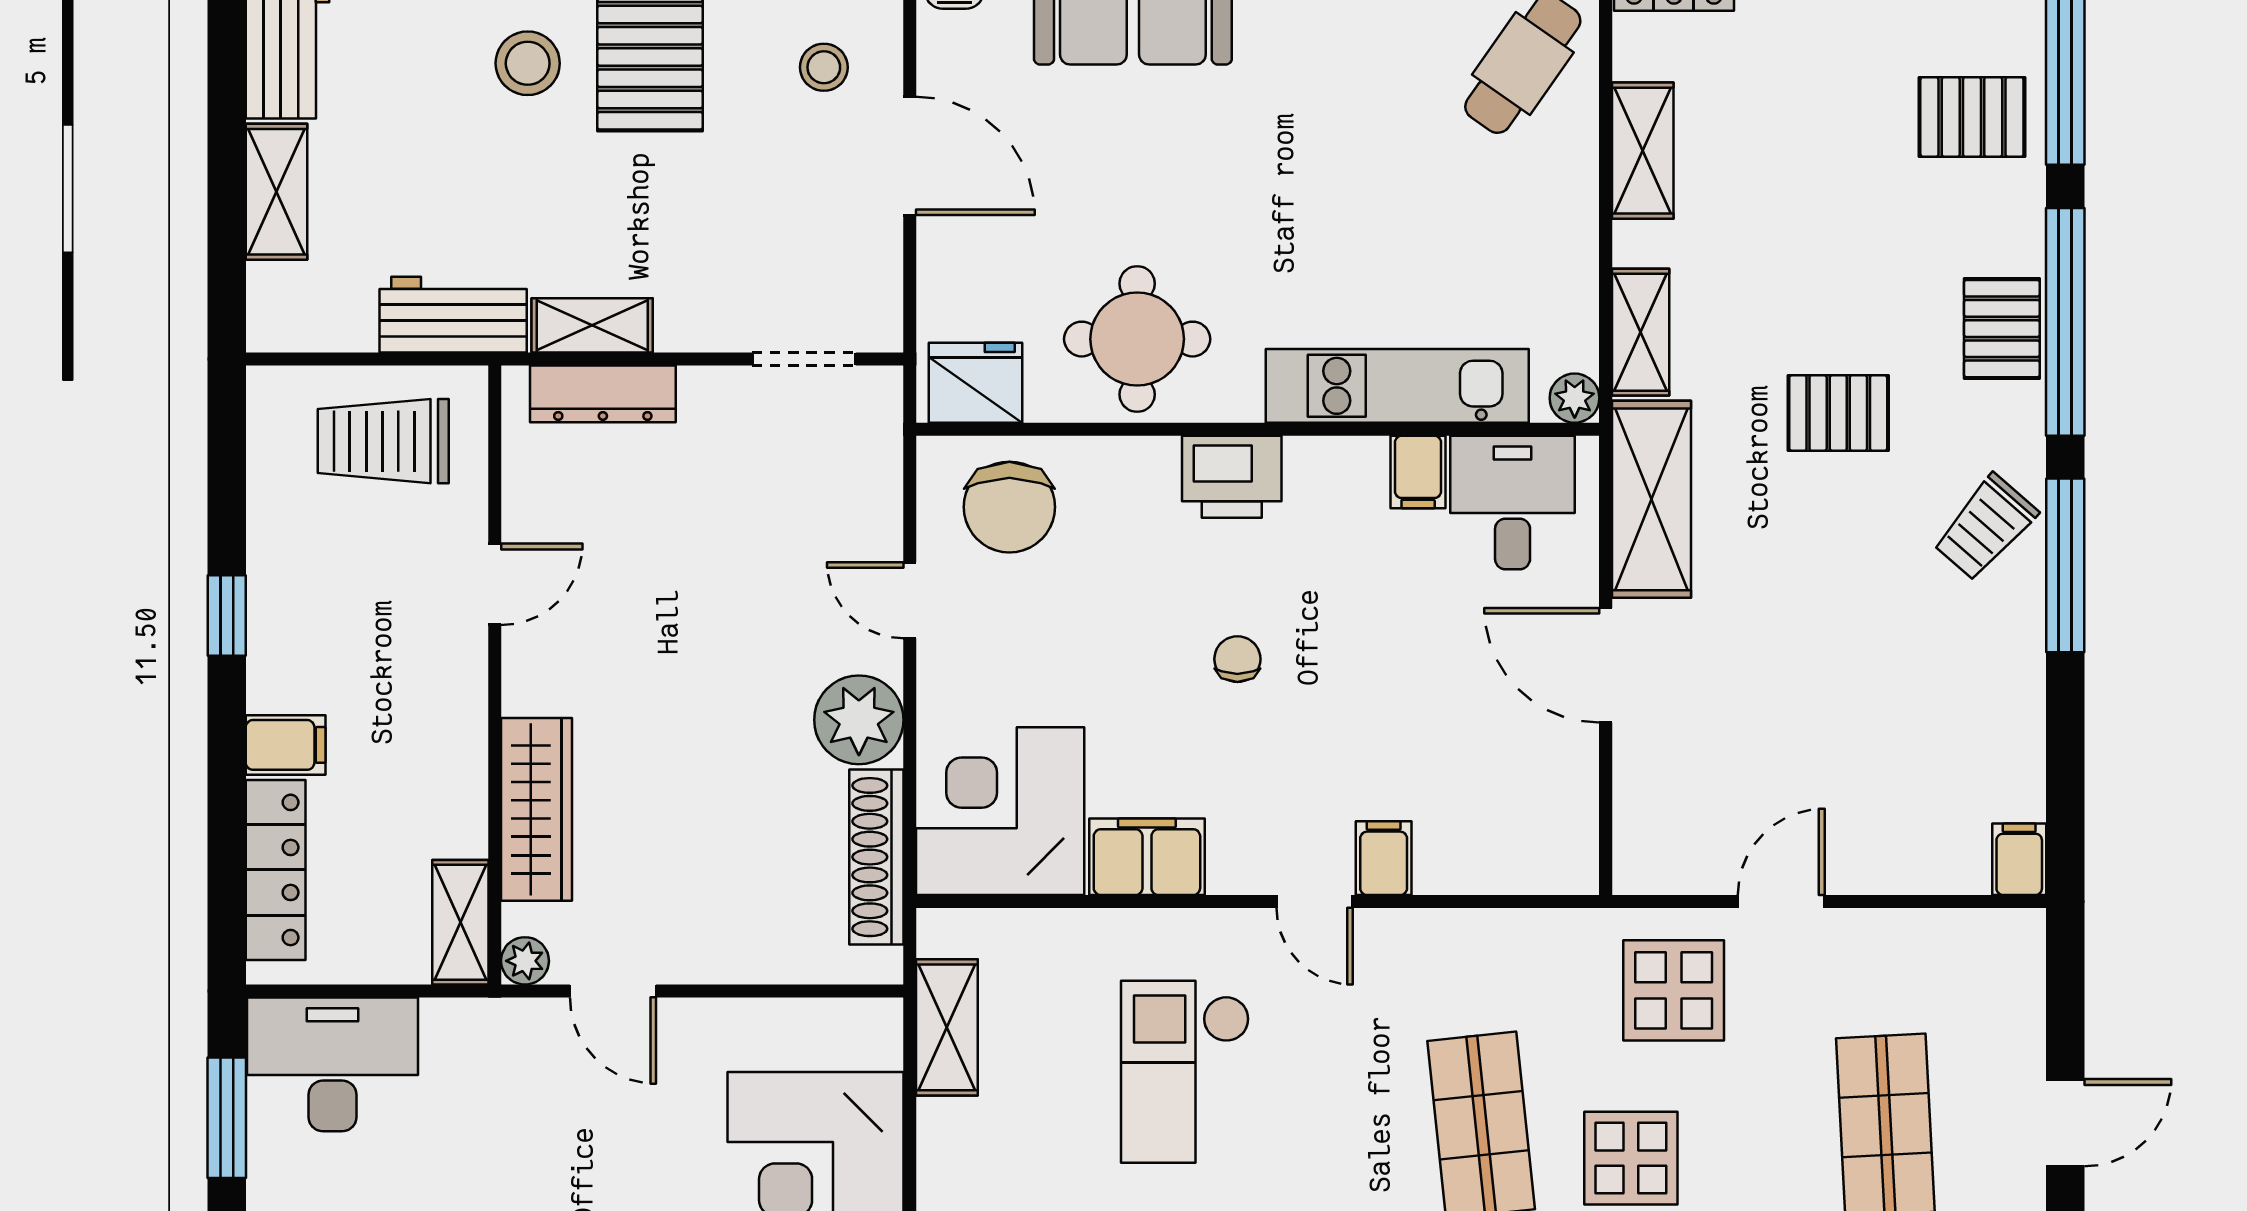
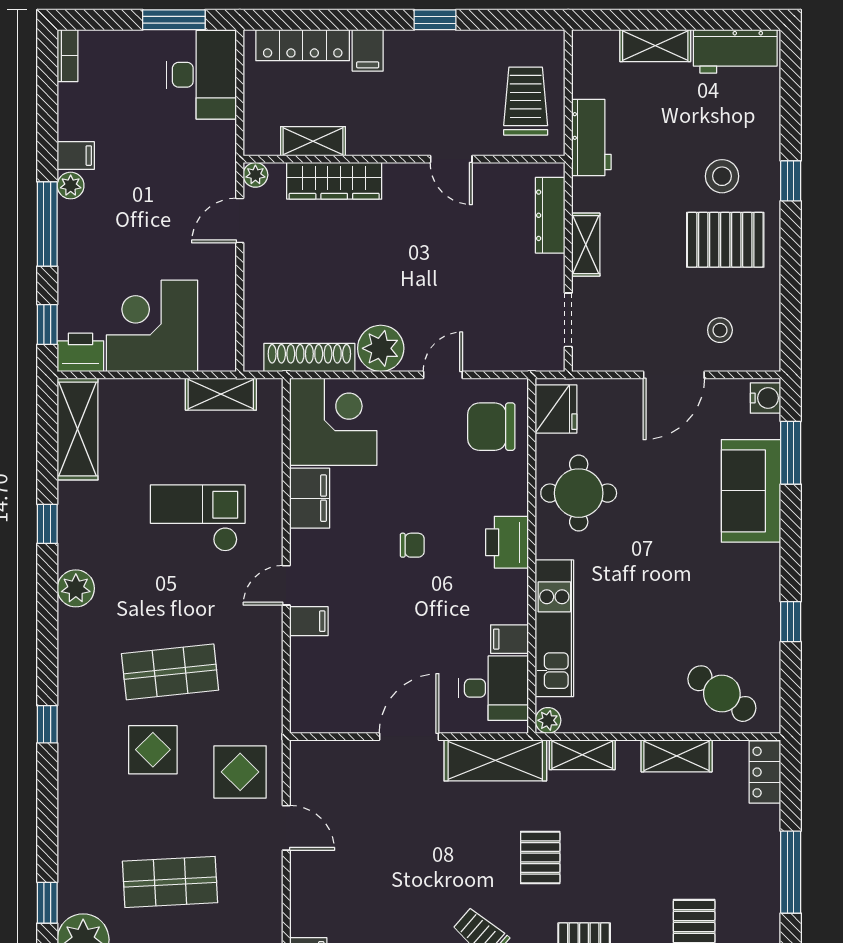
shelving: (592, 325) -> (586, 245), moved
shelving: (460, 922) -> (313, 141), moved

